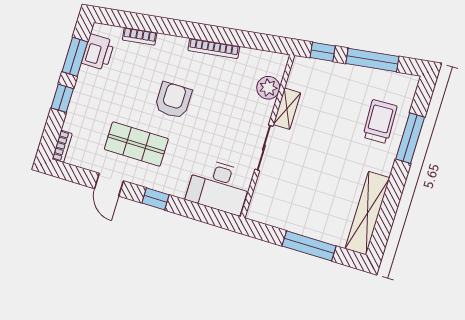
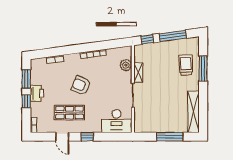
printer: (98, 52) -> (37, 93), moved
armchair: (173, 100) -> (81, 86), turned -67

